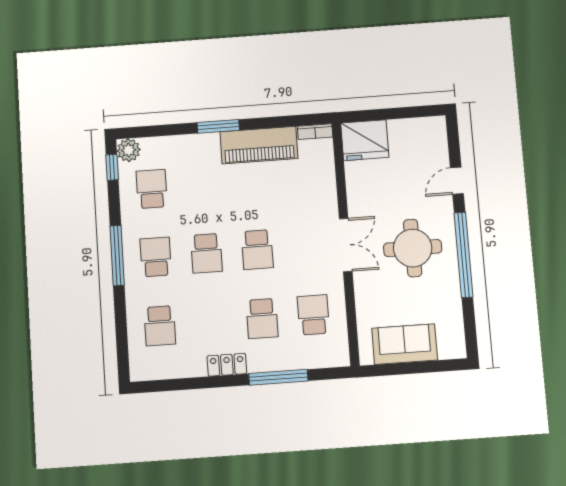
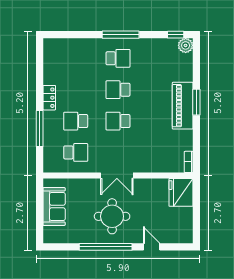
piano: (259, 145) -> (183, 106), moved
school desk: (152, 189) -> (160, 58), removed
school desk: (160, 326) -> (76, 58), removed

